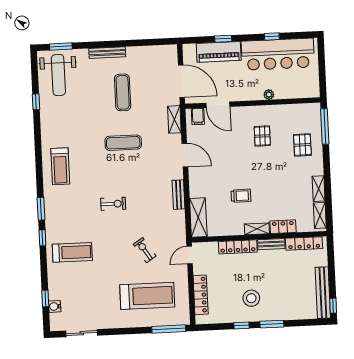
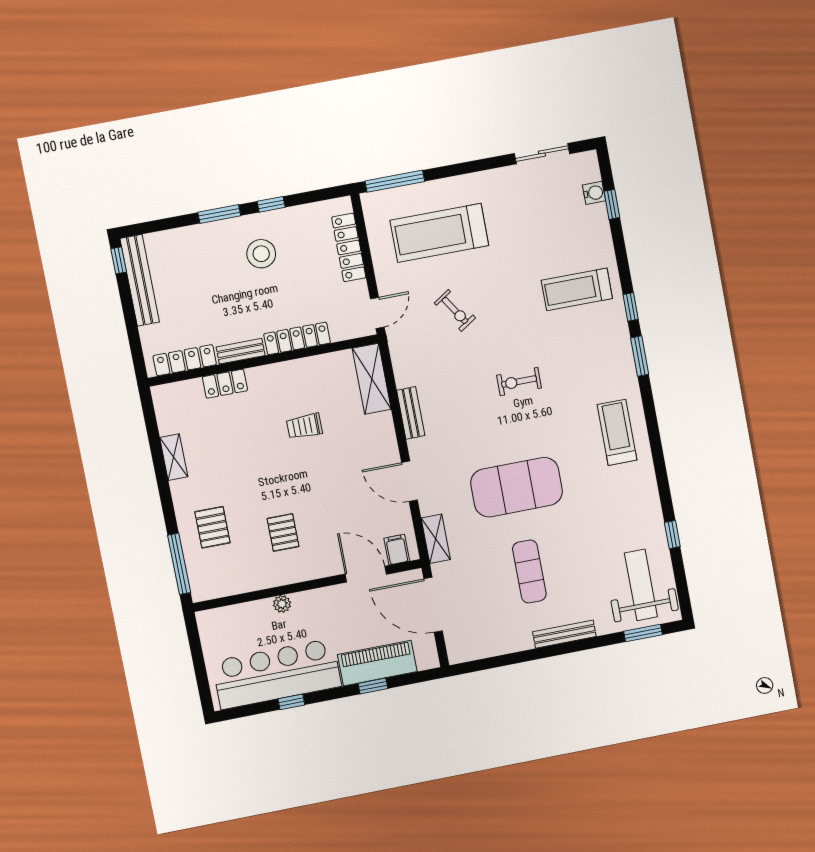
exercise mat: (123, 143) -> (517, 487), width x2.00, depth x1.45
shelving: (320, 215) -> (165, 412), removed
shelving: (257, 229) -> (269, 374), removed

